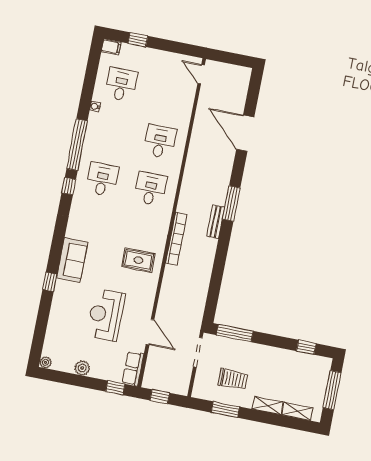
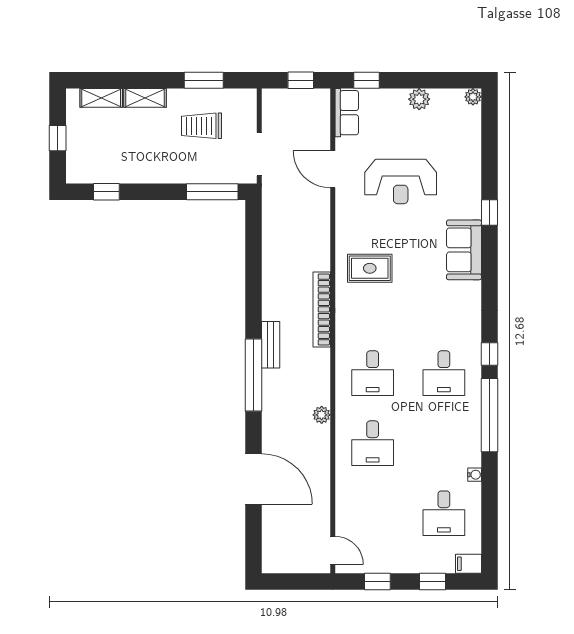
window: (175, 47) -> (377, 582), added
plant: (191, 167) -> (322, 415), added
window: (231, 203) -> (254, 375), width x1.46
reception desk: (106, 315) -> (401, 181), turned 90
window: (332, 390) -> (58, 138), width x0.46

